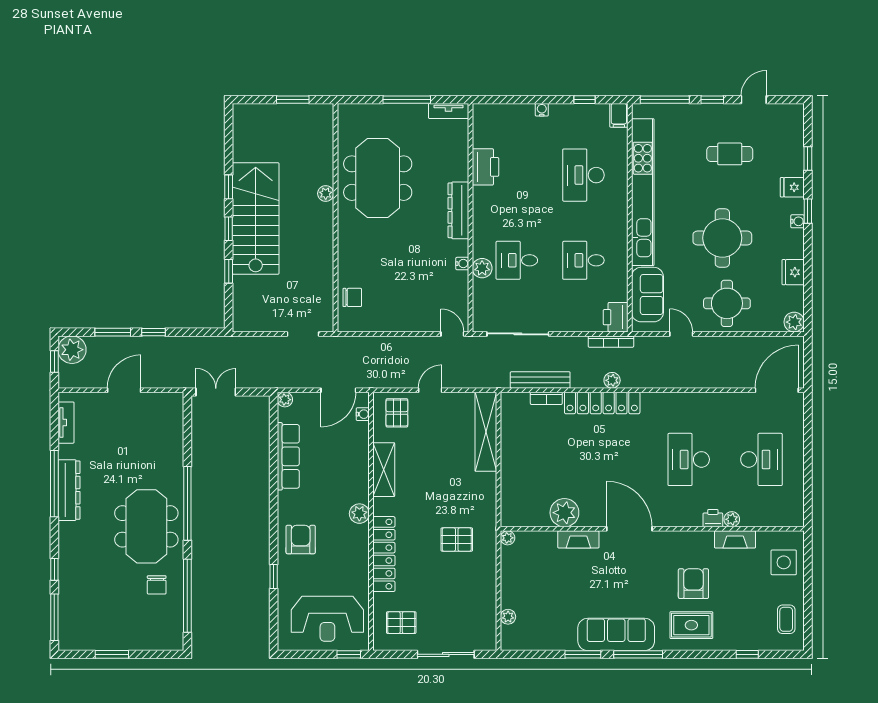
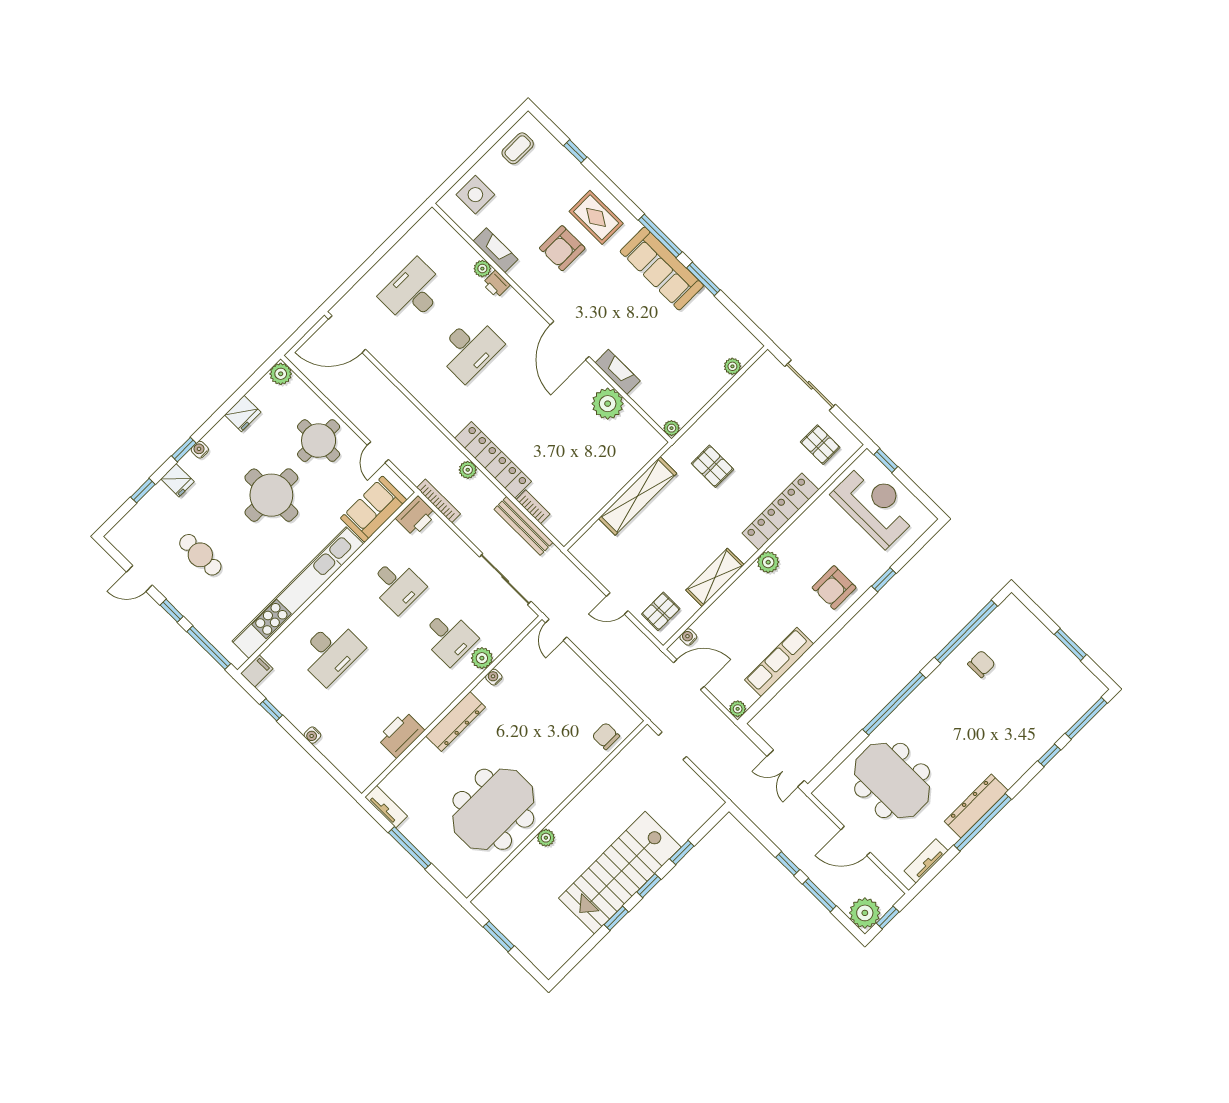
shelving: (486, 432) -> (638, 496), moved
meeting table: (146, 526) -> (892, 780), moved, turned 90

